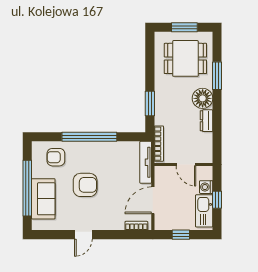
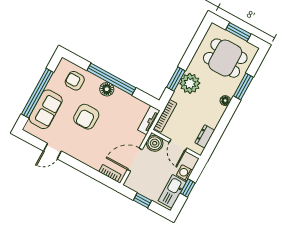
floor lamp: (203, 98) -> (225, 101), width x0.53, depth x0.53
plant: (165, 101) -> (190, 83), added
dresser: (206, 121) -> (205, 136), moved
floor lamp: (90, 149) -> (107, 89), added
tv unit: (146, 162) -> (149, 120), width x0.71
boiler: (163, 175) -> (155, 143), added
armchair: (85, 185) -> (86, 117), turned 90
door: (83, 235) -> (52, 151), moved

